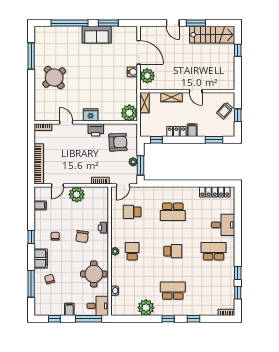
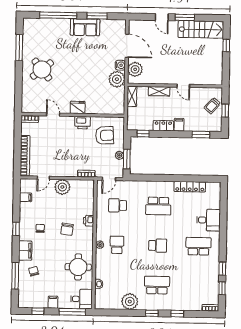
plant: (129, 113) -> (117, 79), moved
locker: (215, 192) -> (190, 187), moved

